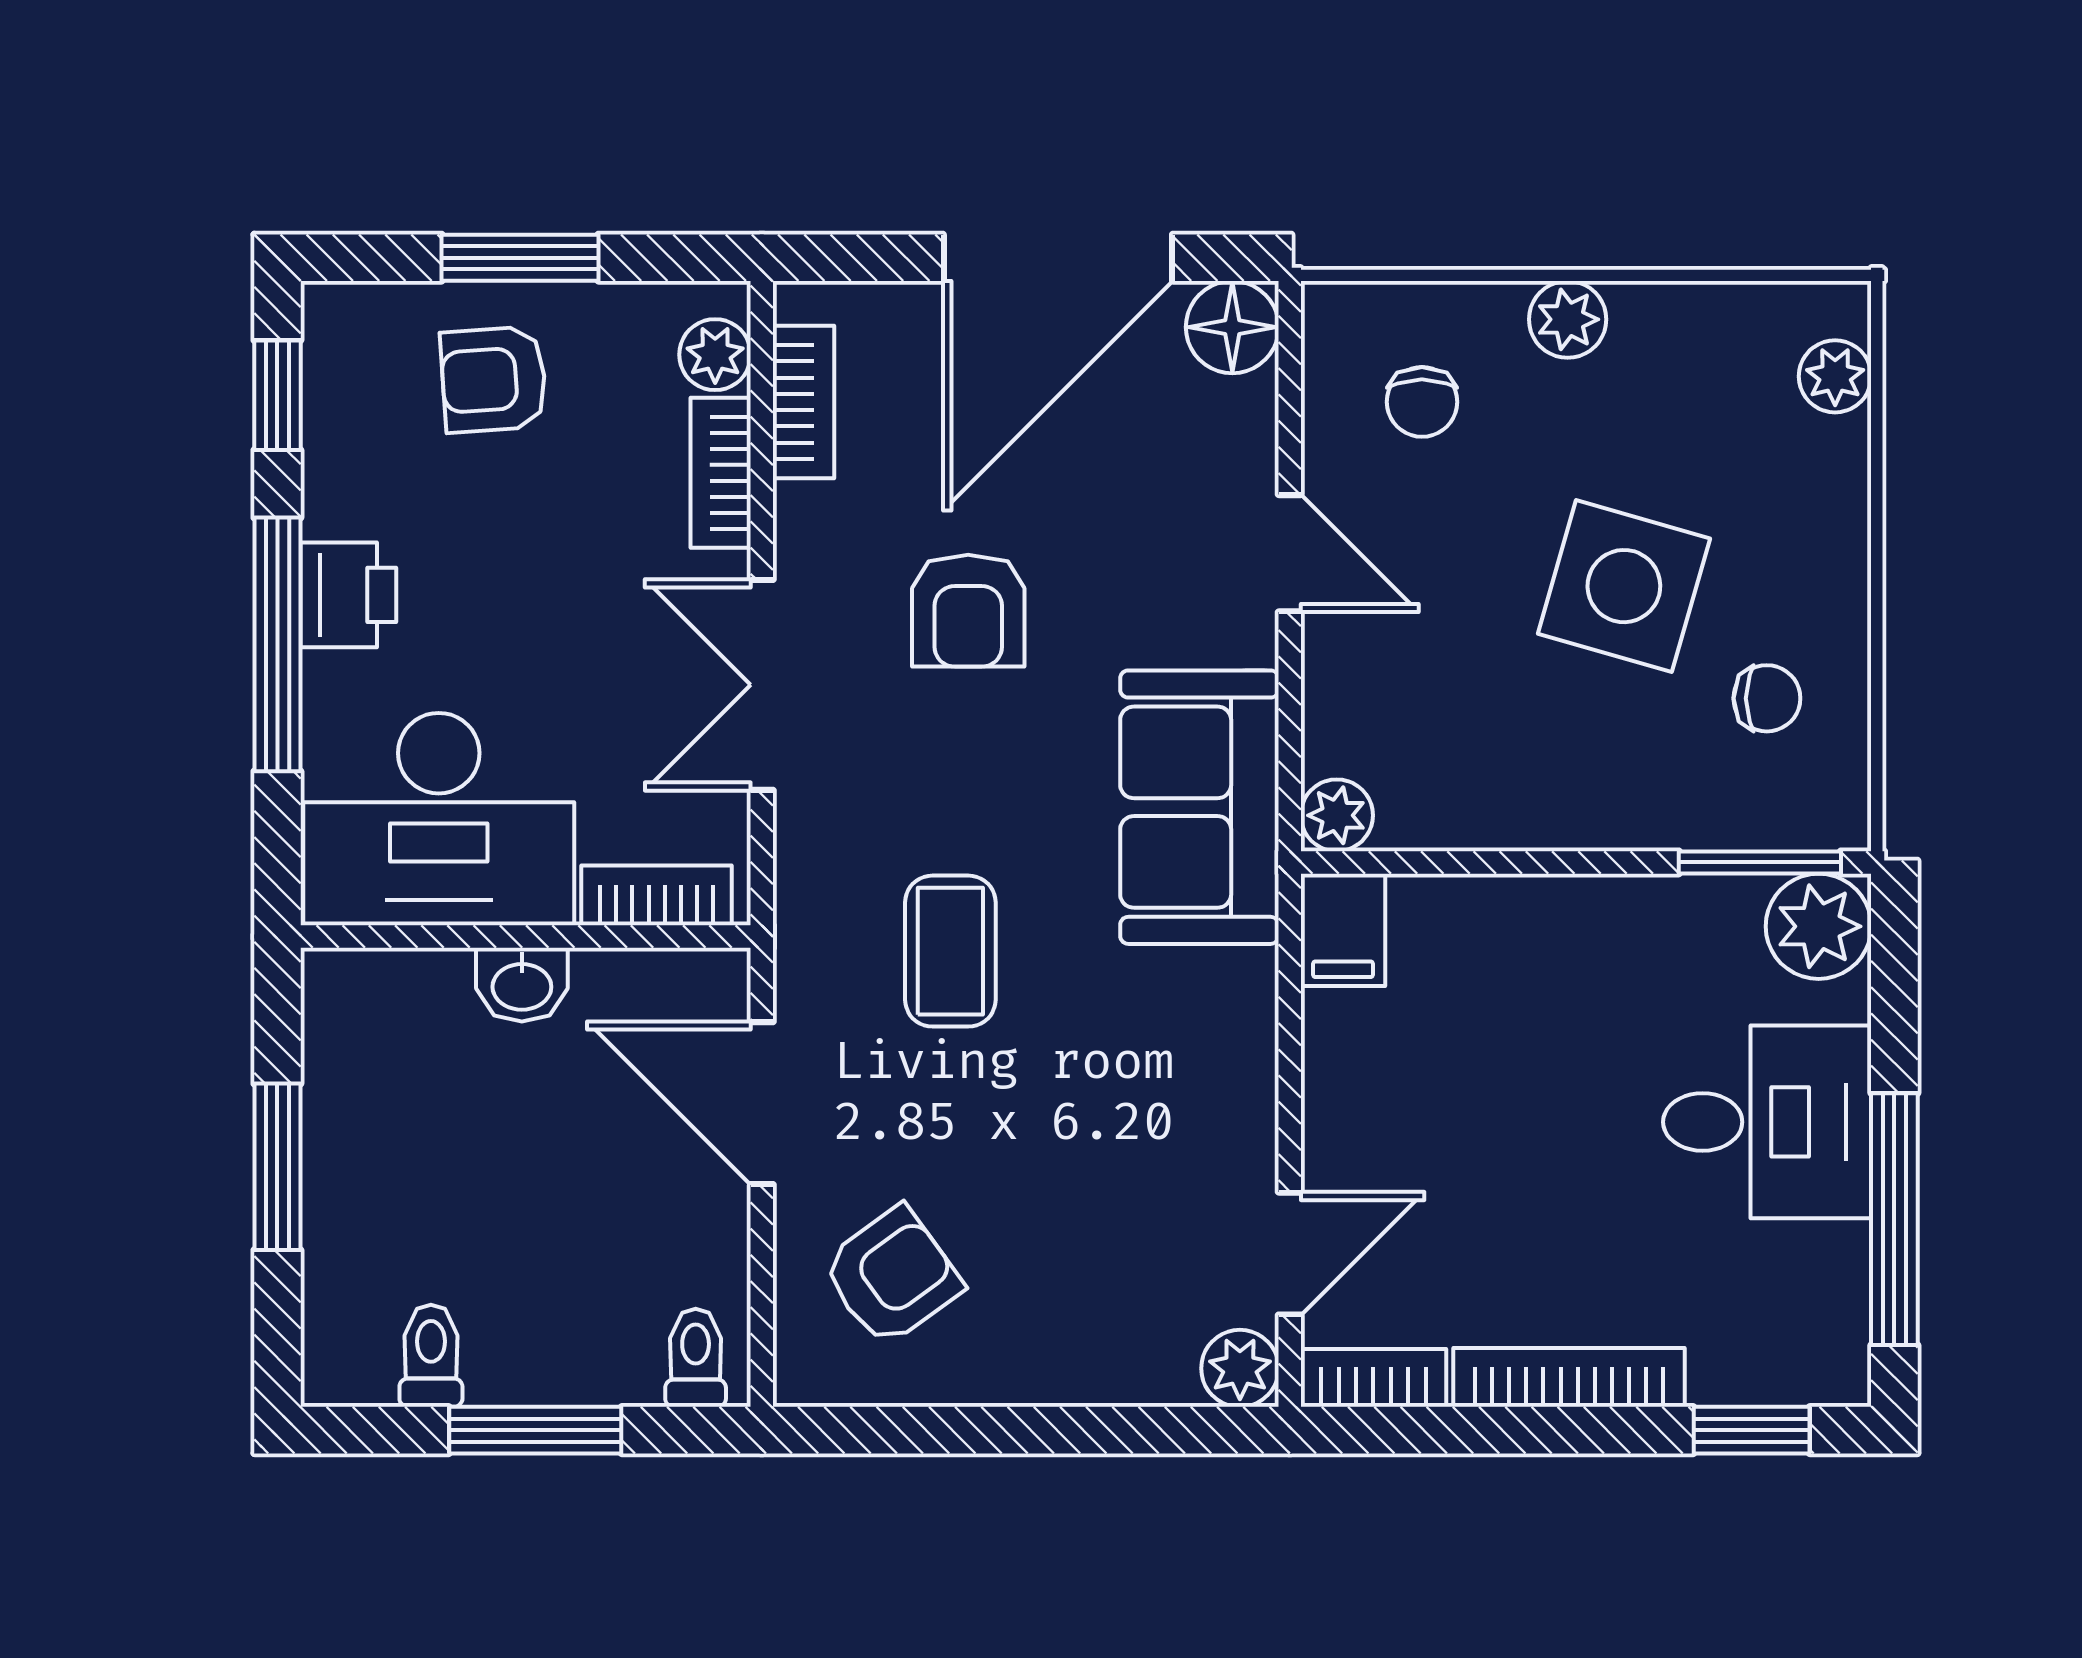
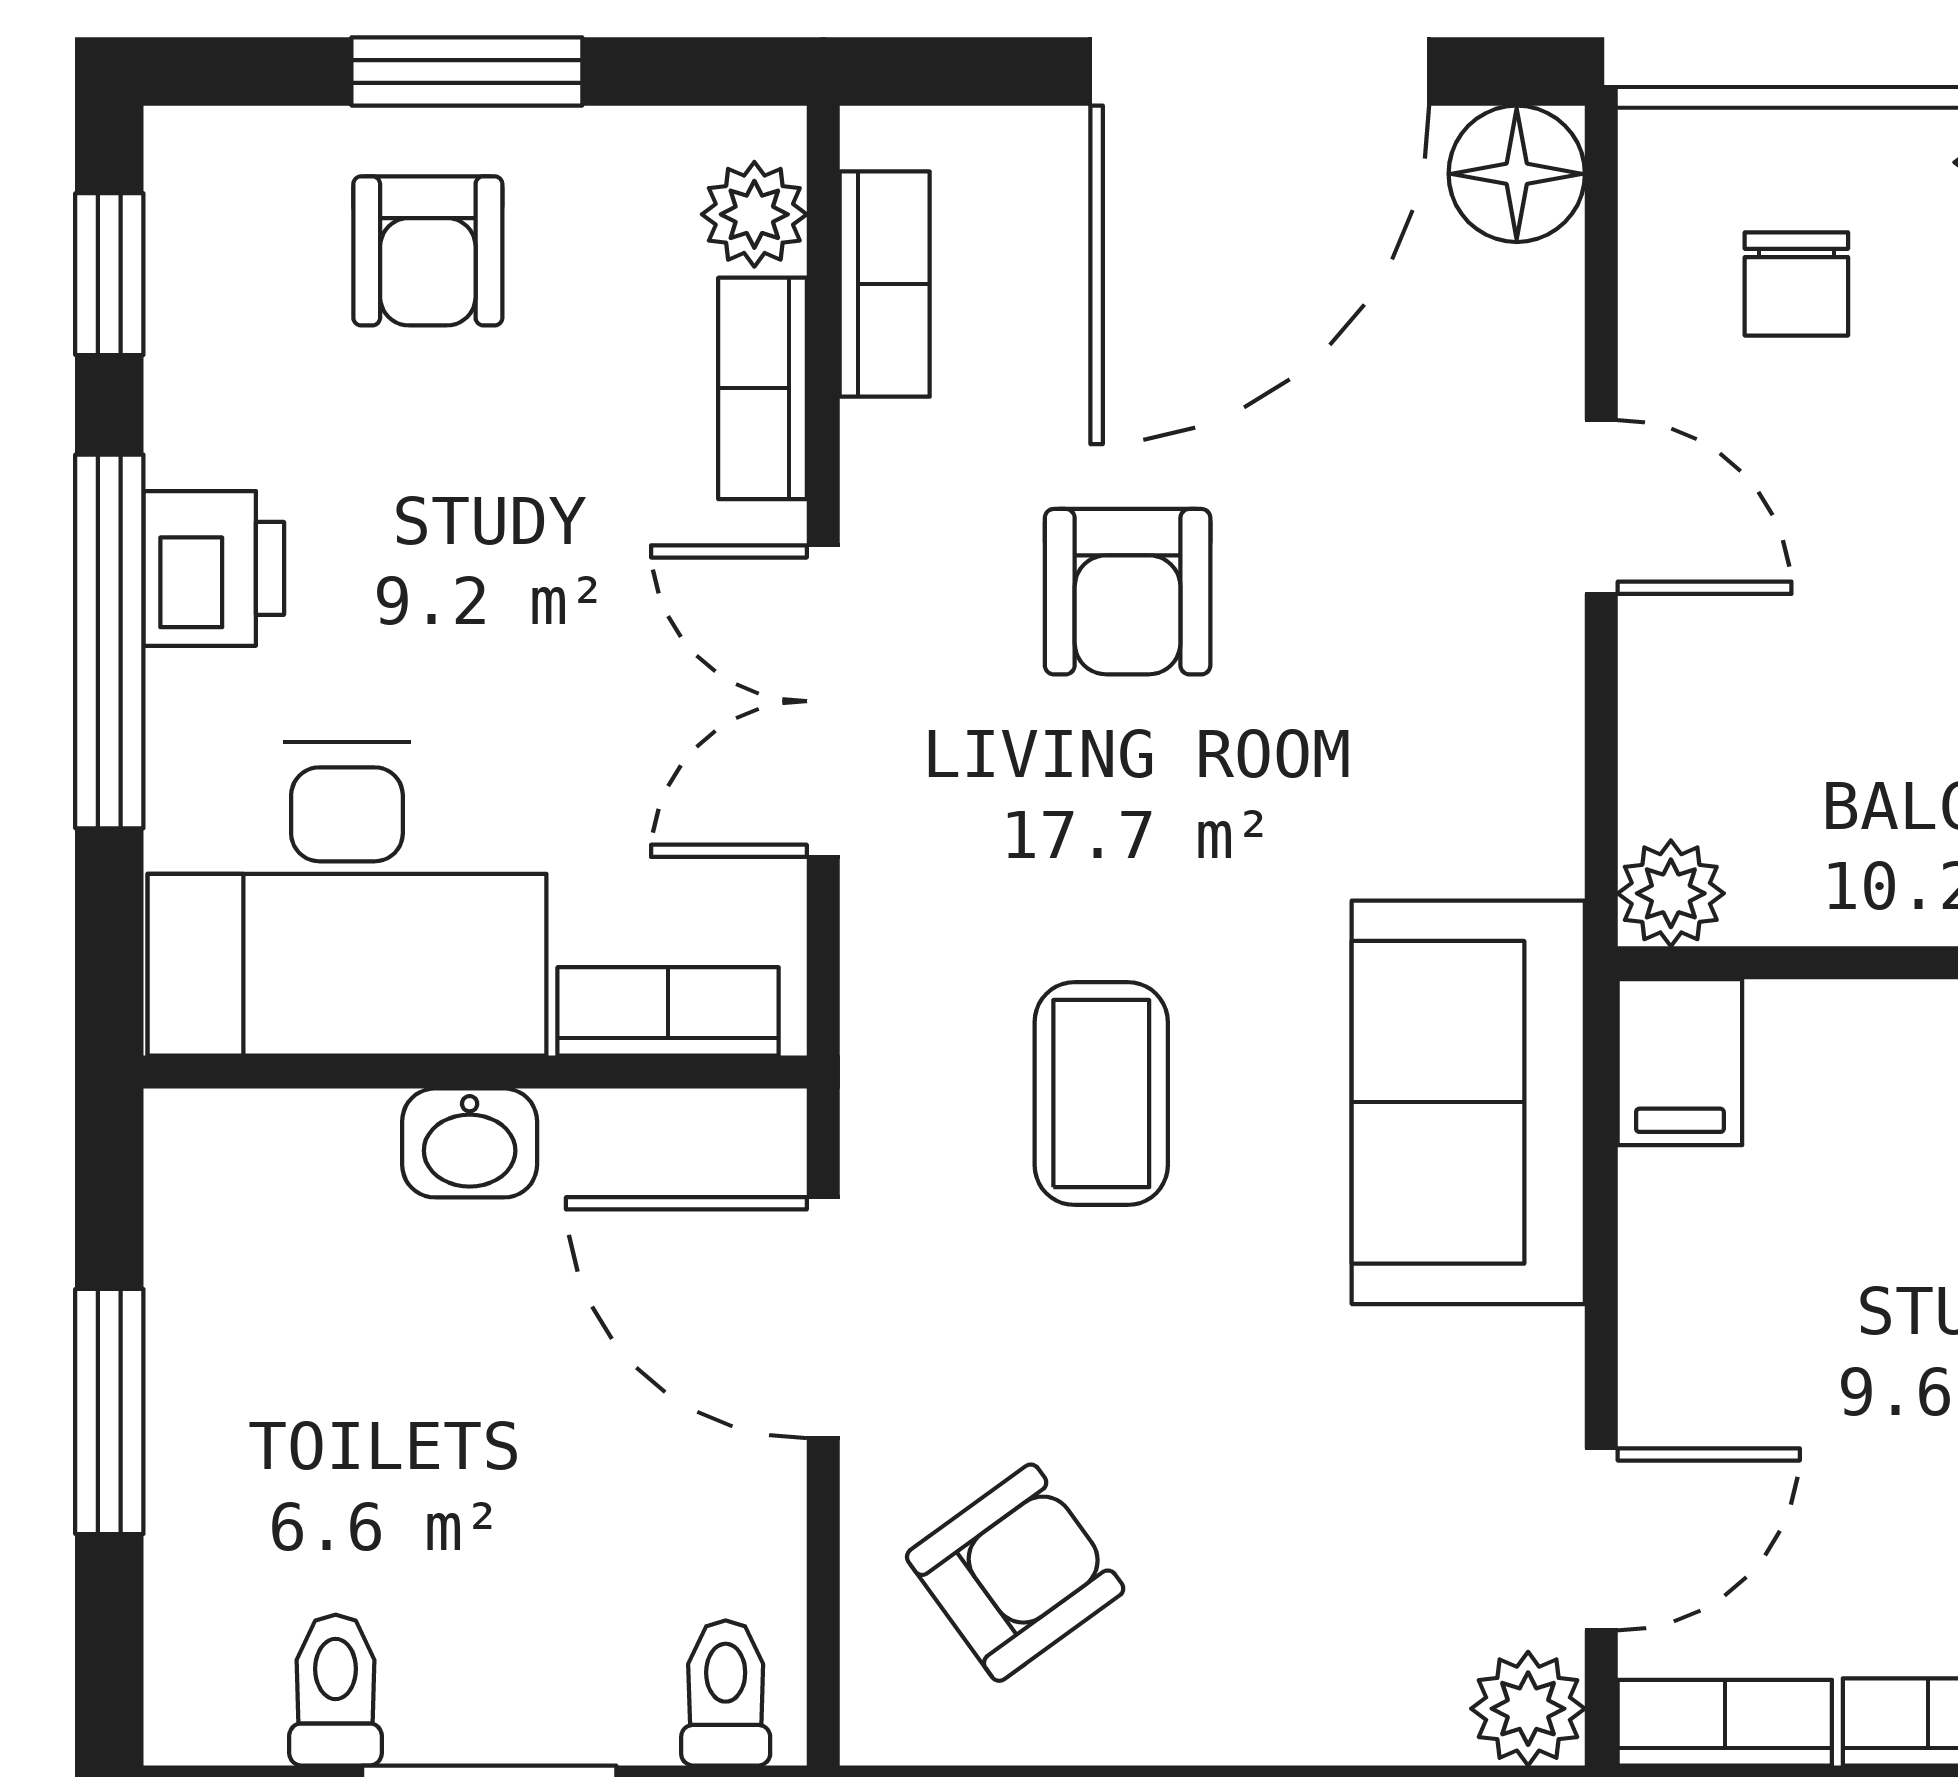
armchair: (494, 379) -> (428, 251), turned -86
sofa: (1199, 807) -> (1468, 1102), moved

